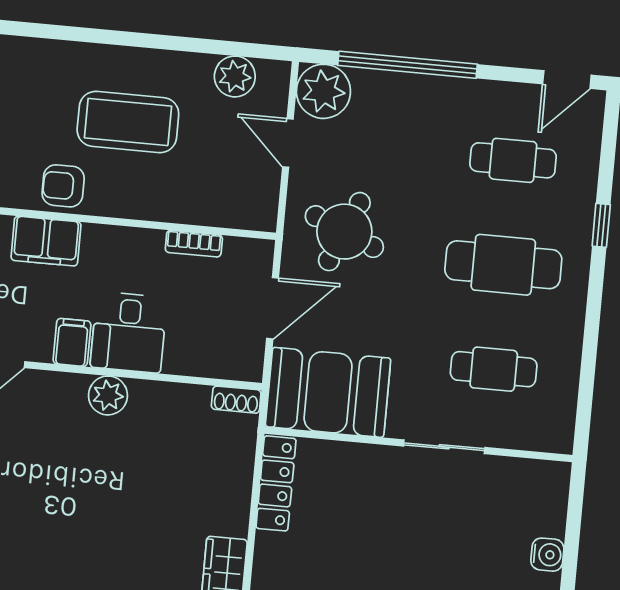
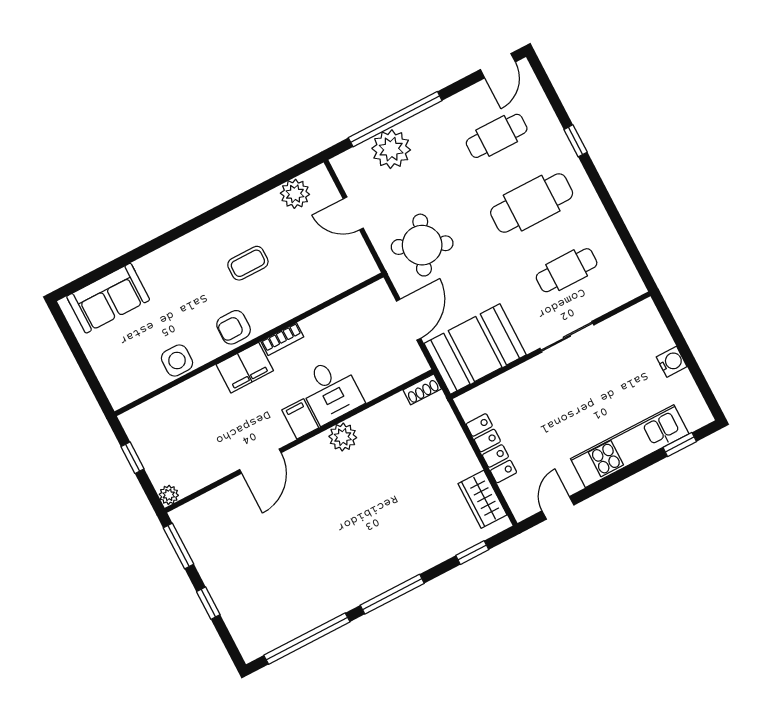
plant: (323, 91) -> (391, 149), moved
coffee table: (128, 122) -> (248, 263), width x0.54, depth x0.58
bookcase: (194, 244) -> (282, 339), moved
locker: (276, 483) -> (491, 448), moved

